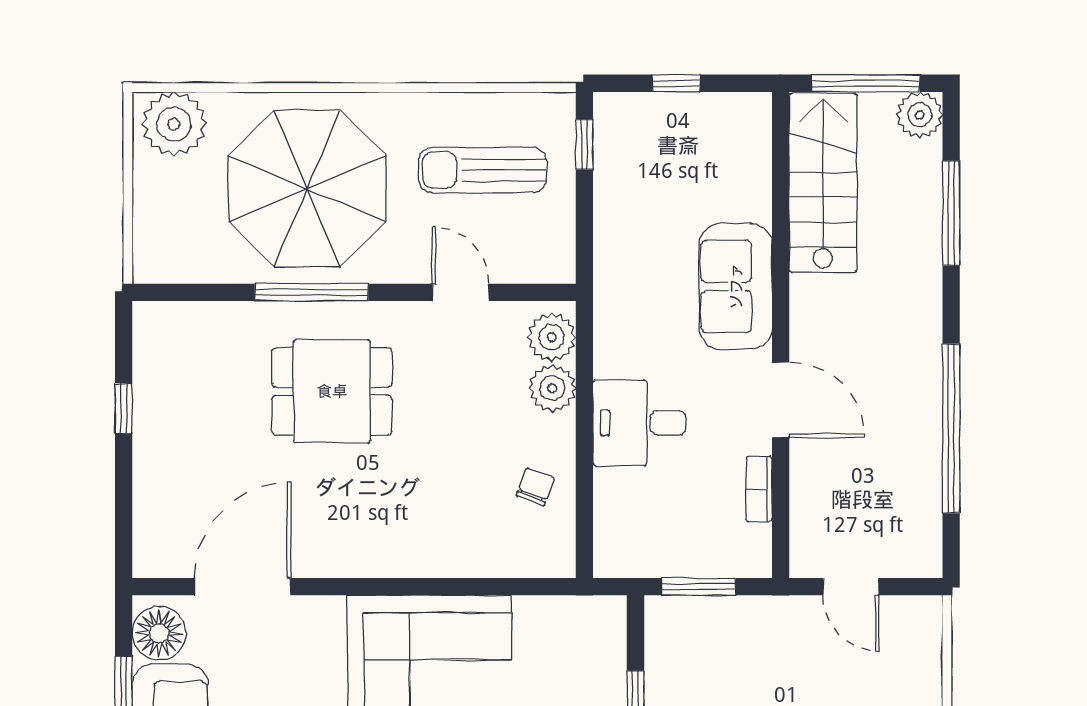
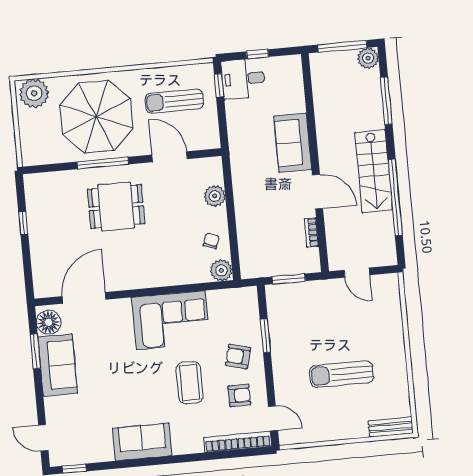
stairs: (823, 183) -> (374, 171), moved, turned 180
door: (461, 292) -> (170, 157), width x1.38
plant: (552, 337) -> (221, 270), moved
desk: (639, 423) -> (243, 79), moved

